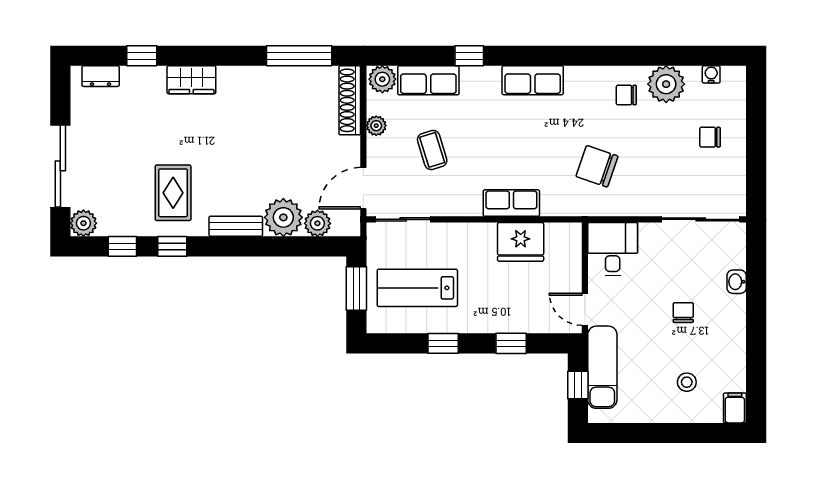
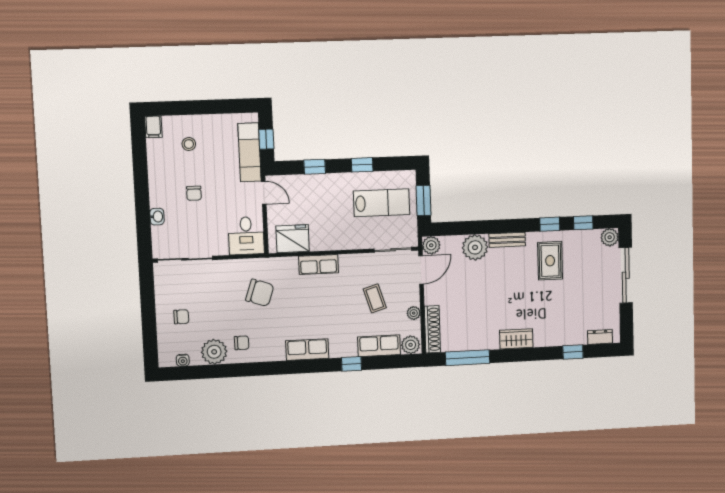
wardrobe: (191, 80) -> (516, 339), moved
plant: (317, 223) -> (431, 245), moved
fridge: (521, 242) -> (293, 239), moved

